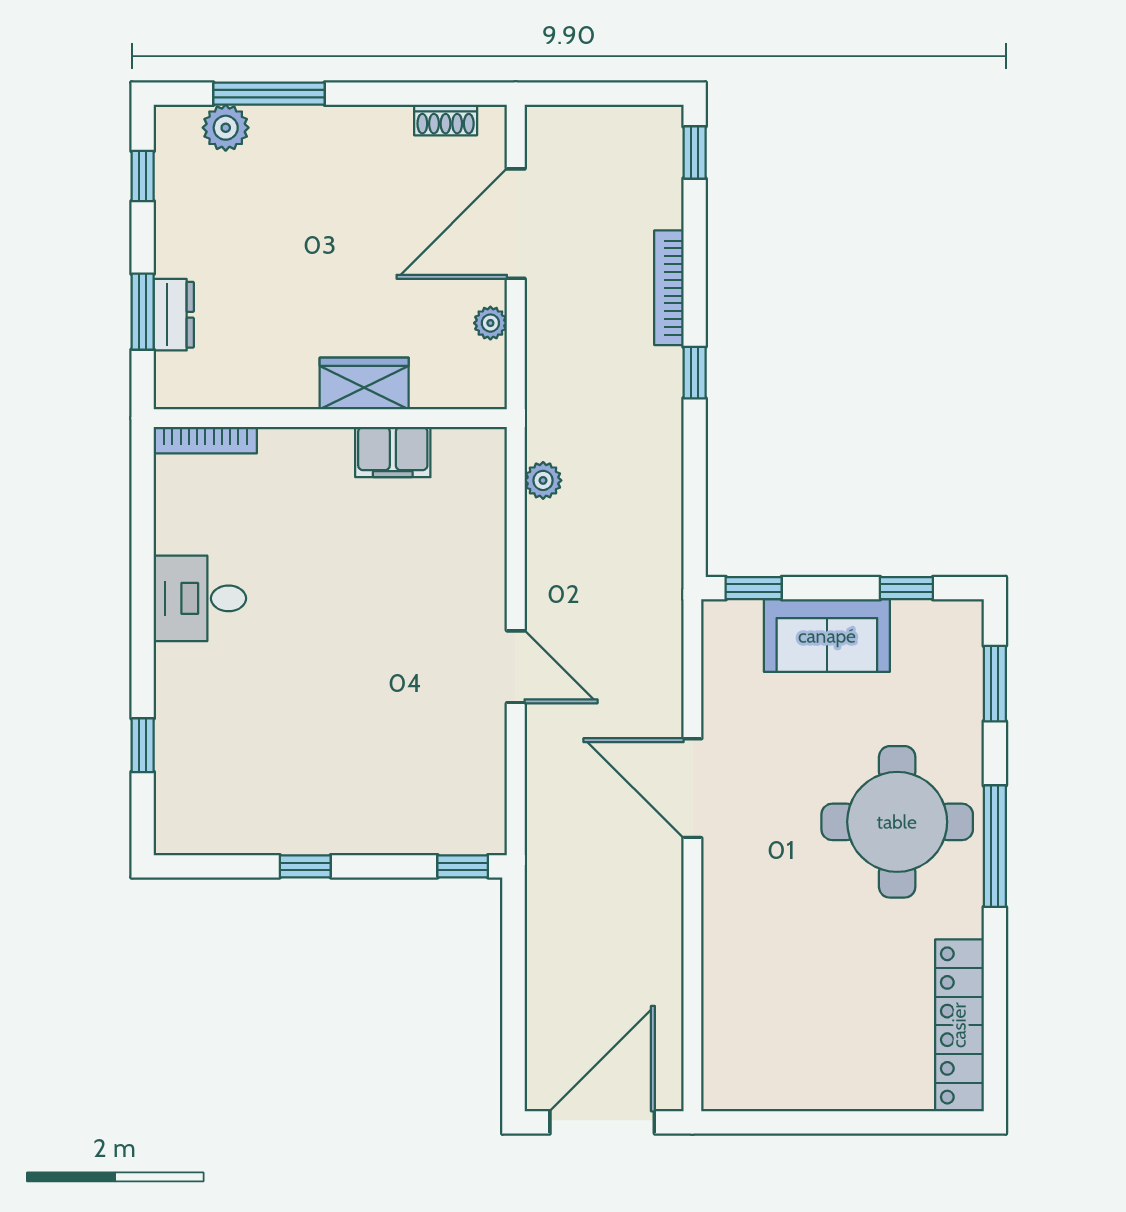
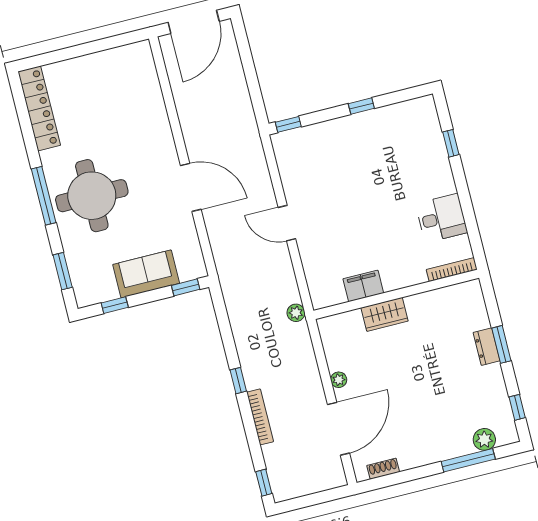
wardrobe: (364, 384) -> (385, 314), moved
wall: (330, 418) -> (396, 294), moved
bookcase: (205, 440) -> (452, 270), moved
filing cabinet: (393, 452) -> (363, 286), moved

